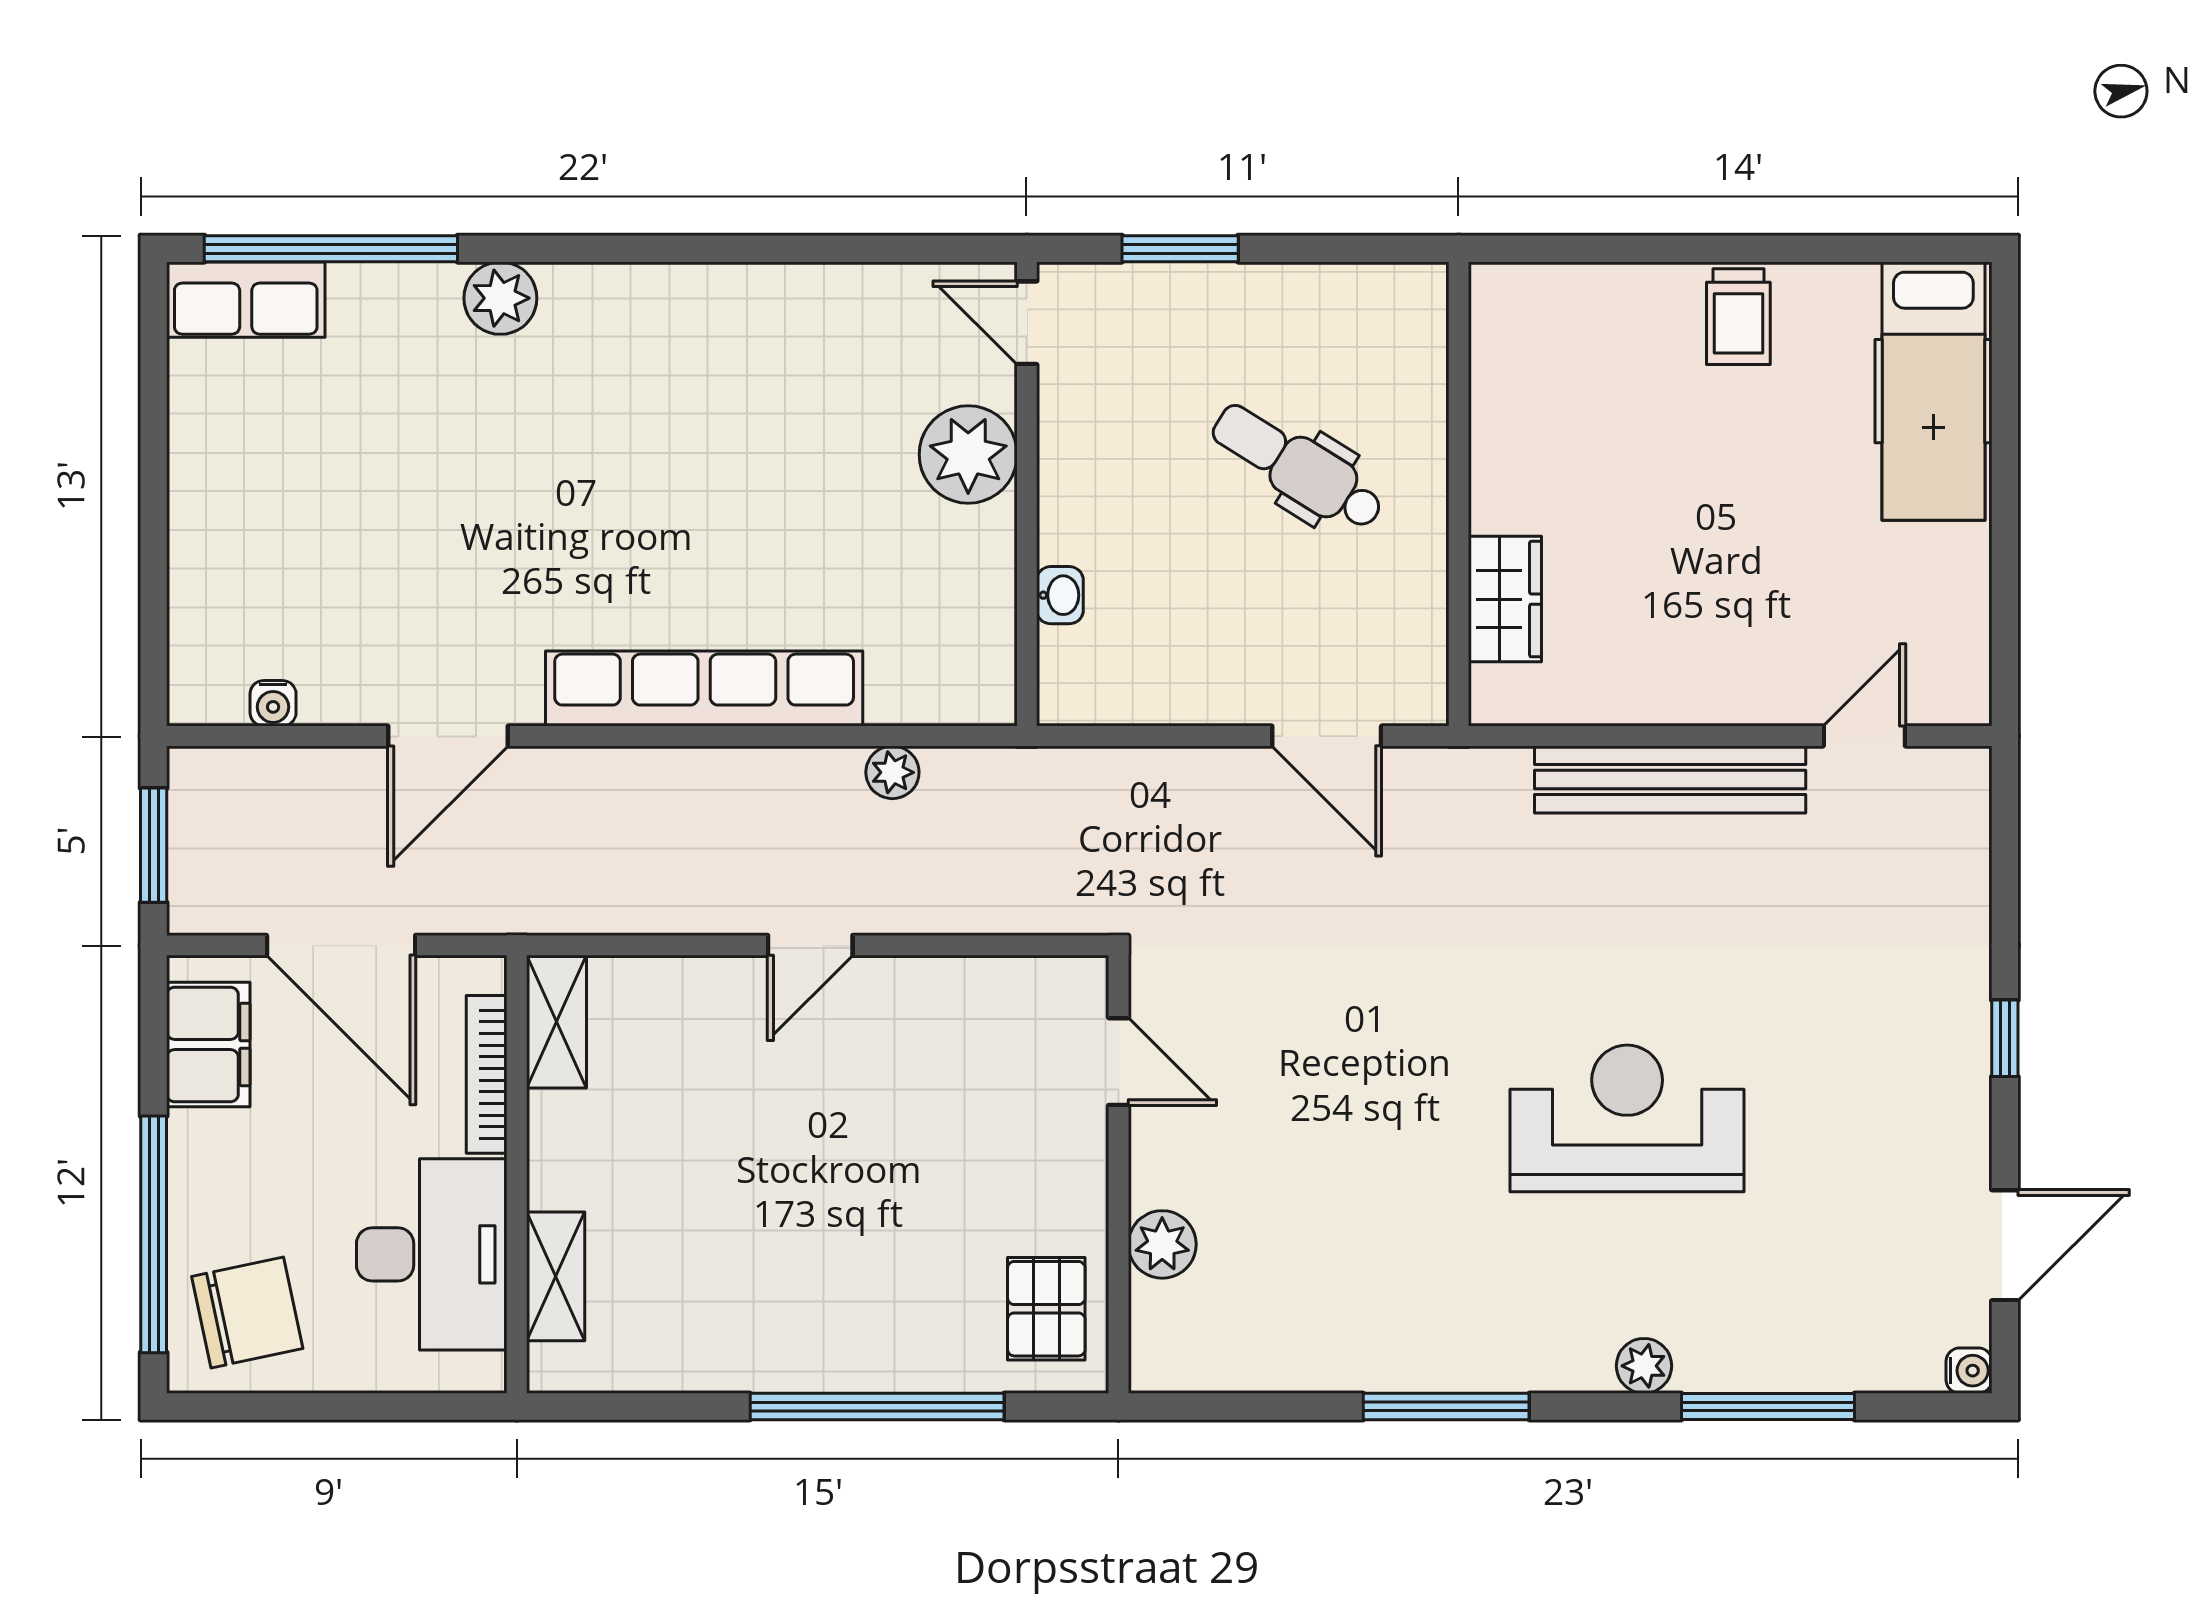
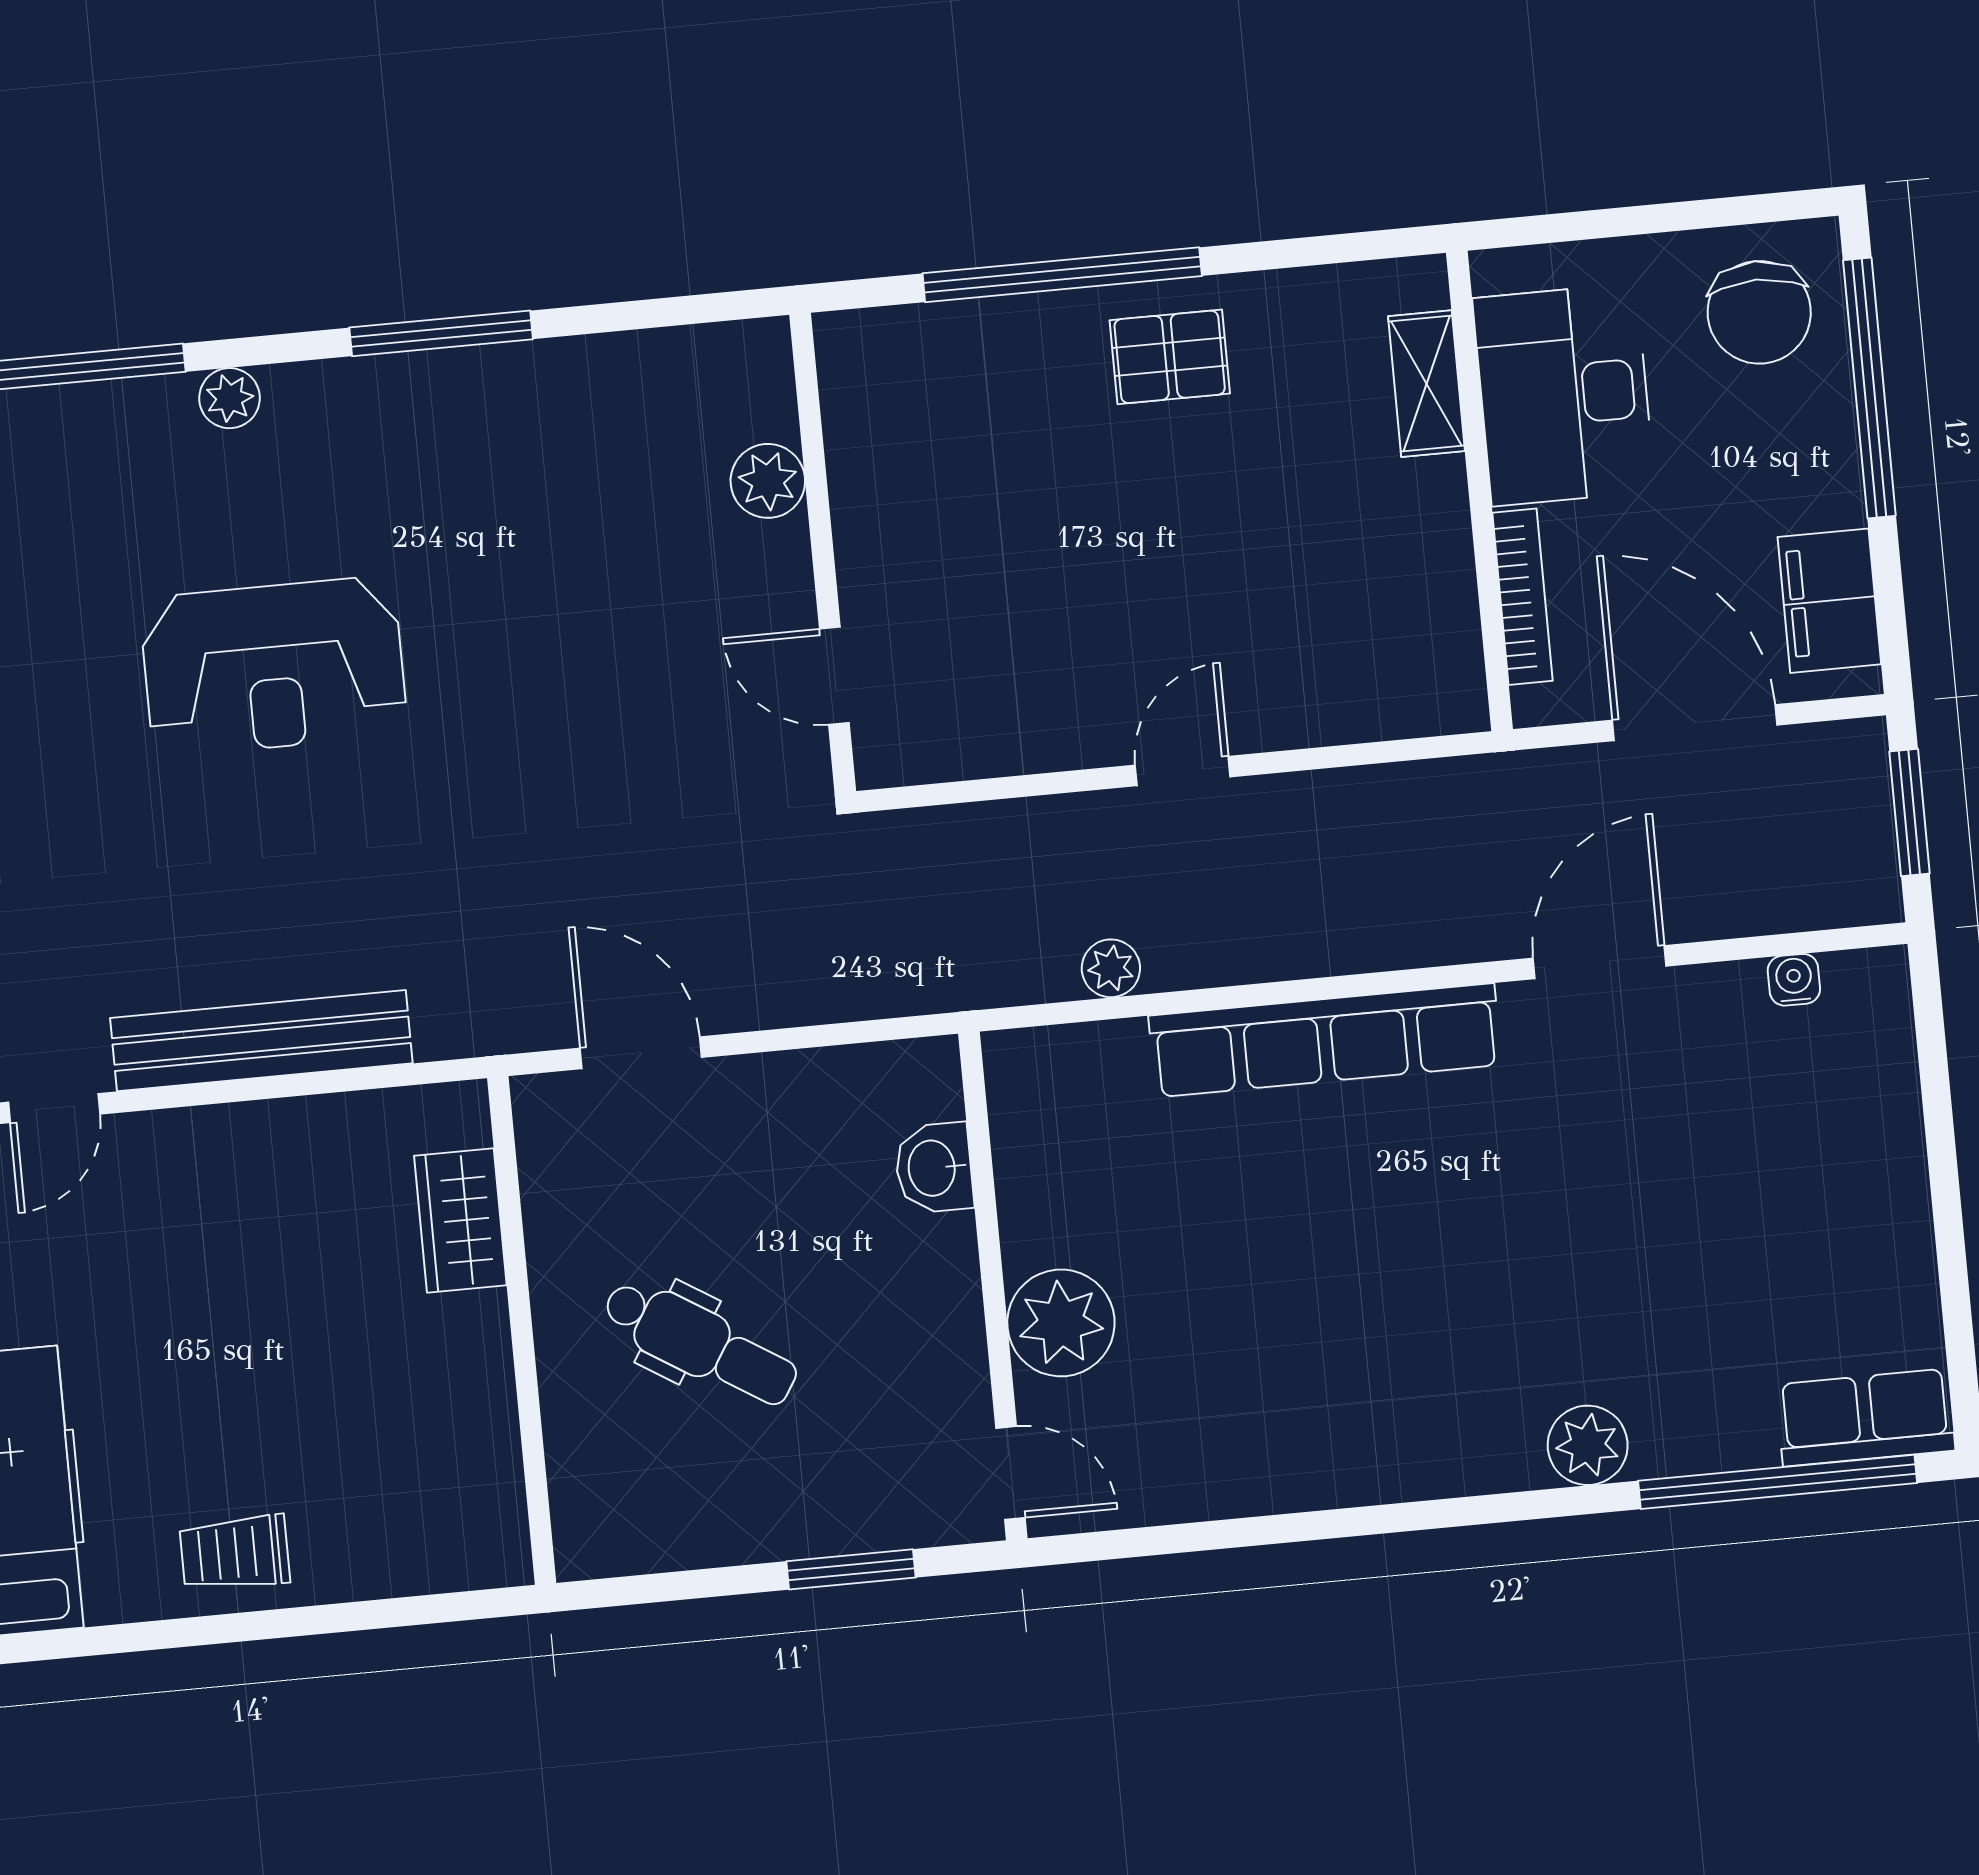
trolley: (1738, 317) -> (235, 1553), turned -90
washbasin: (1060, 595) -> (934, 1168), width x1.38, depth x1.45
shelving: (556, 1022) -> (1452, 662), removed
pallet: (1046, 1309) -> (1170, 357), moved, turned 90
chair: (247, 1312) -> (1759, 312), turned -78

